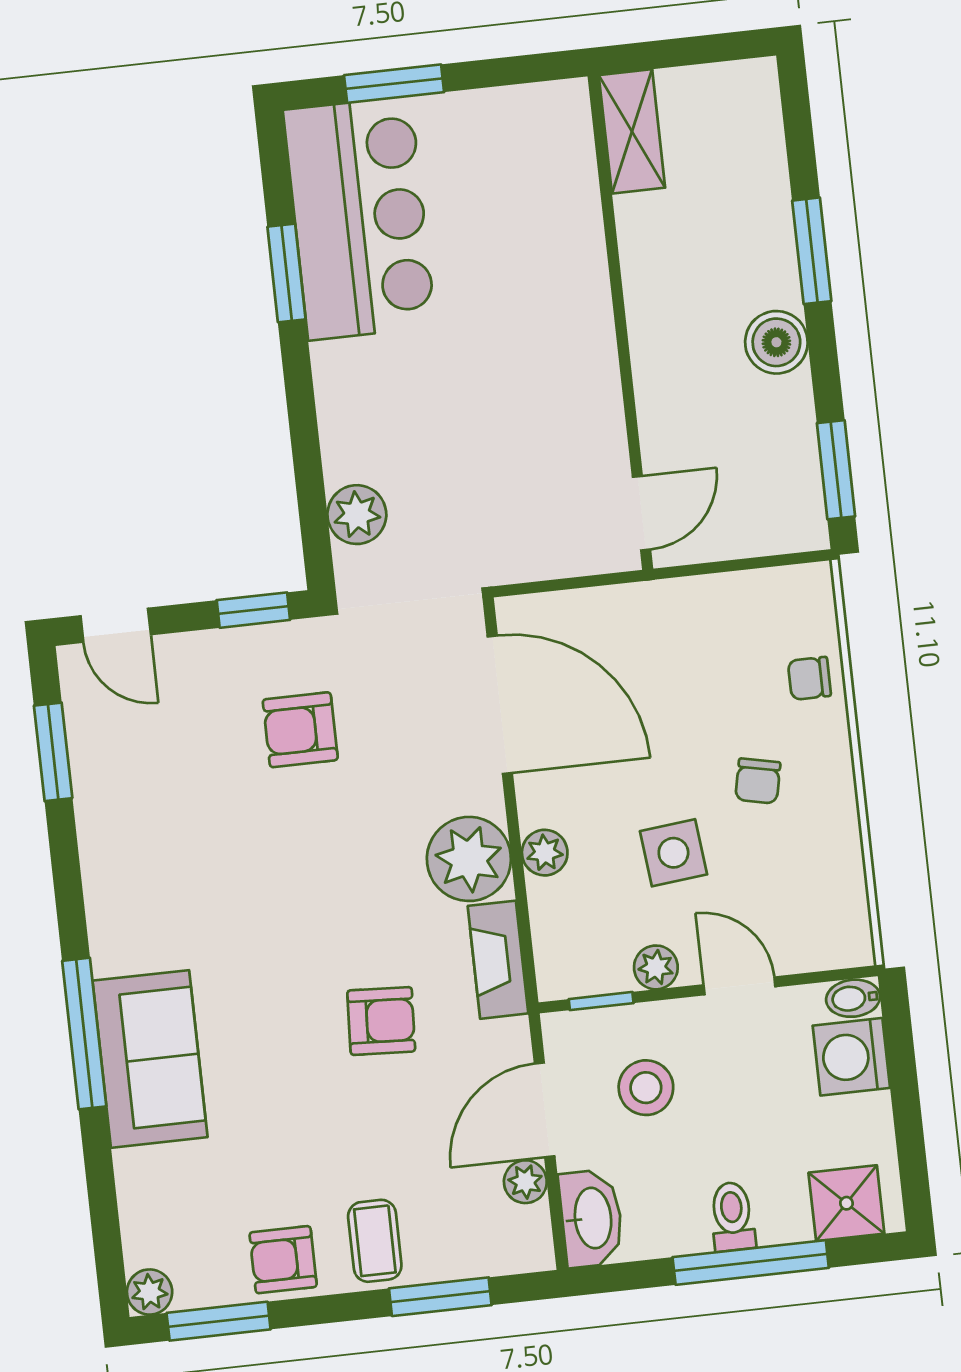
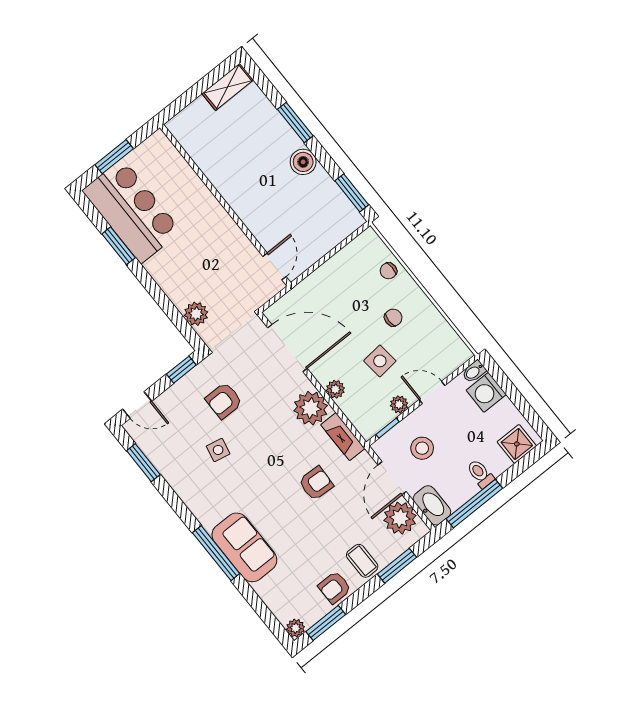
shelving: (632, 131) -> (228, 87), moved, turned 90
wall: (620, 322) -> (225, 205), moved
door: (641, 513) -> (275, 266), moved
chair: (758, 781) -> (393, 318), turned -102
side table: (224, 824) -> (218, 450), added
plant: (525, 1182) -> (400, 518), width x1.88, depth x1.88
window: (751, 1262) -> (474, 504), moved

